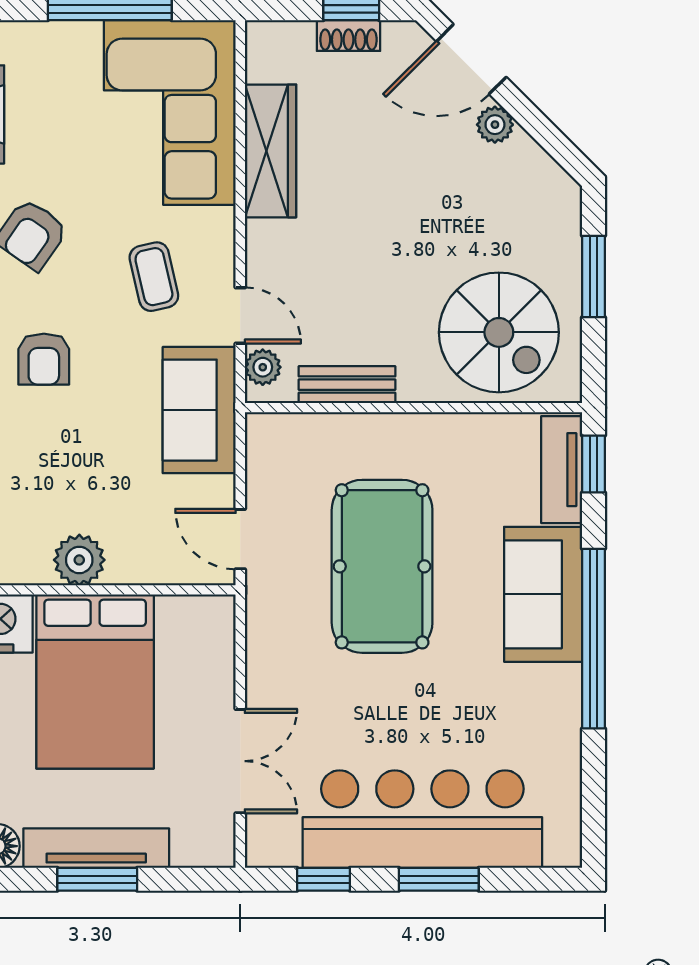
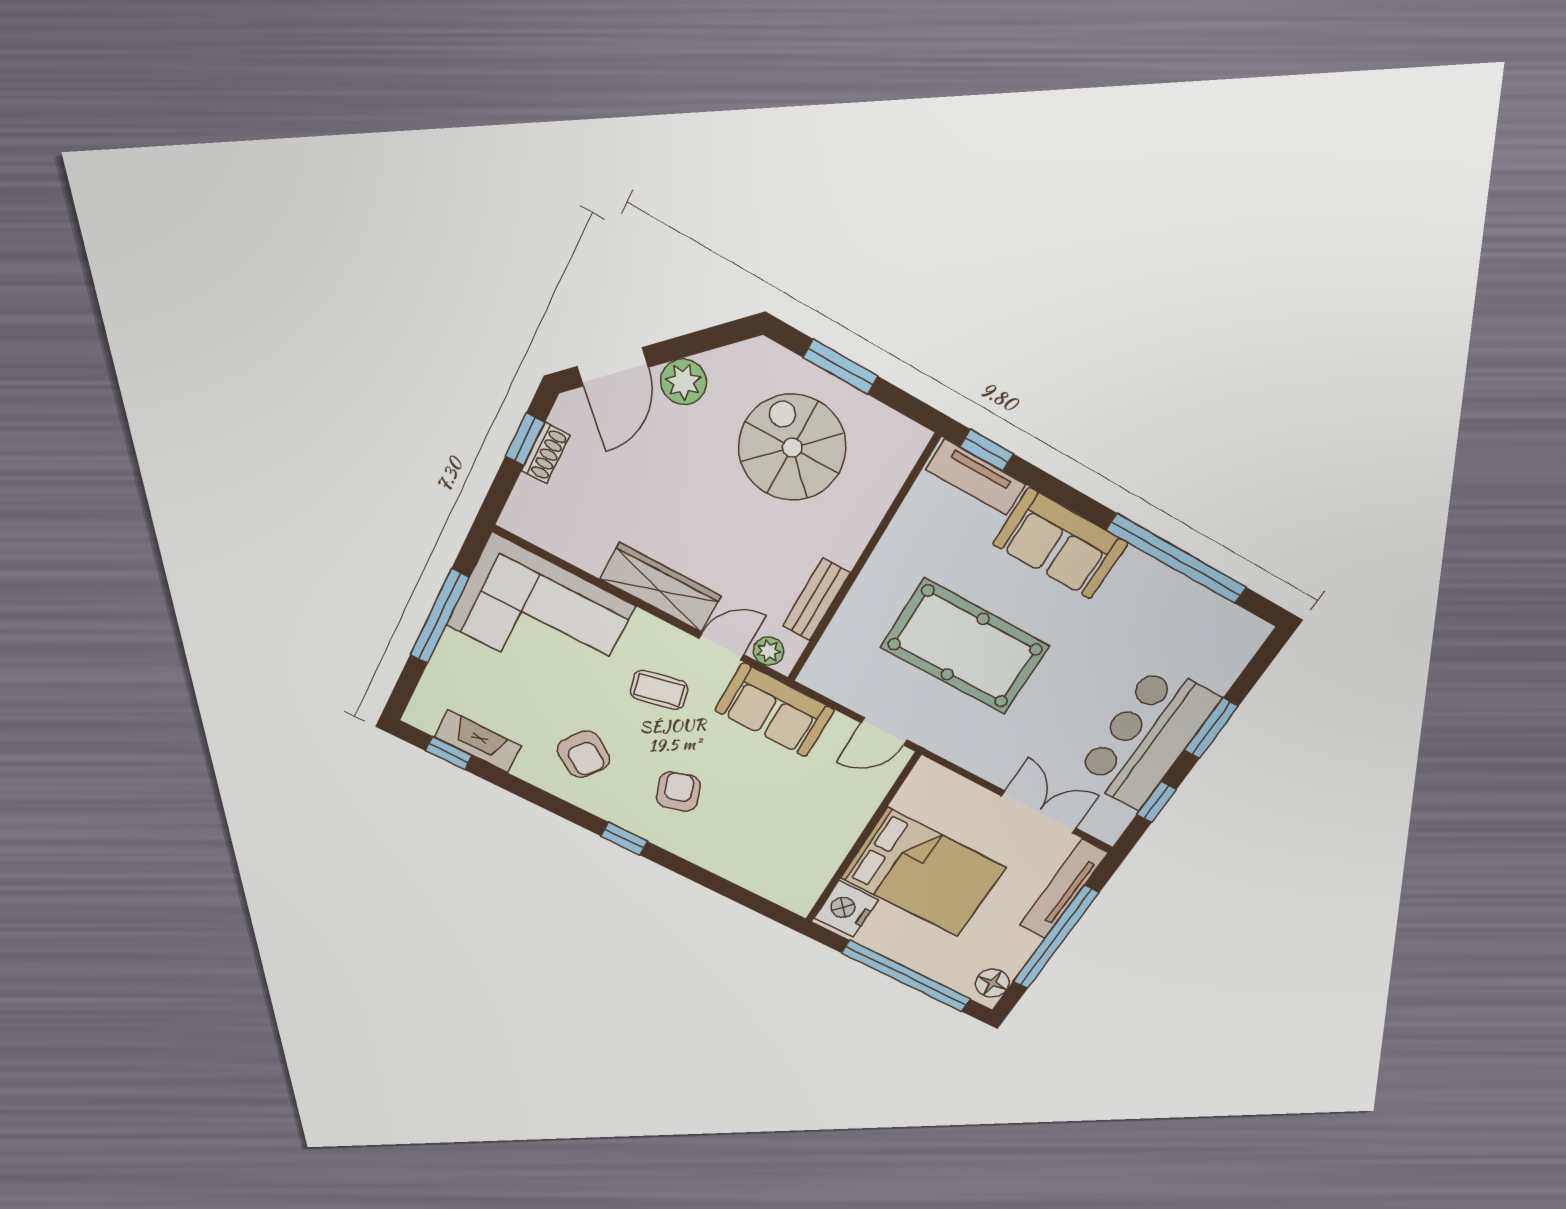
plant: (495, 125) -> (684, 382), width x1.38, depth x1.38
wardrobe: (270, 151) -> (661, 587), moved
spiral stairs: (499, 332) -> (792, 448), moved, turned -90
armchair: (44, 359) -> (678, 792), turned -108
plant: (79, 560) -> (833, 840), removed
window: (593, 639) -> (1176, 559), moved
bar counter: (422, 819) -> (1147, 737), width x0.73
tv unit: (96, 848) -> (1063, 889), moved
window: (97, 879) -> (1055, 938), width x2.11

